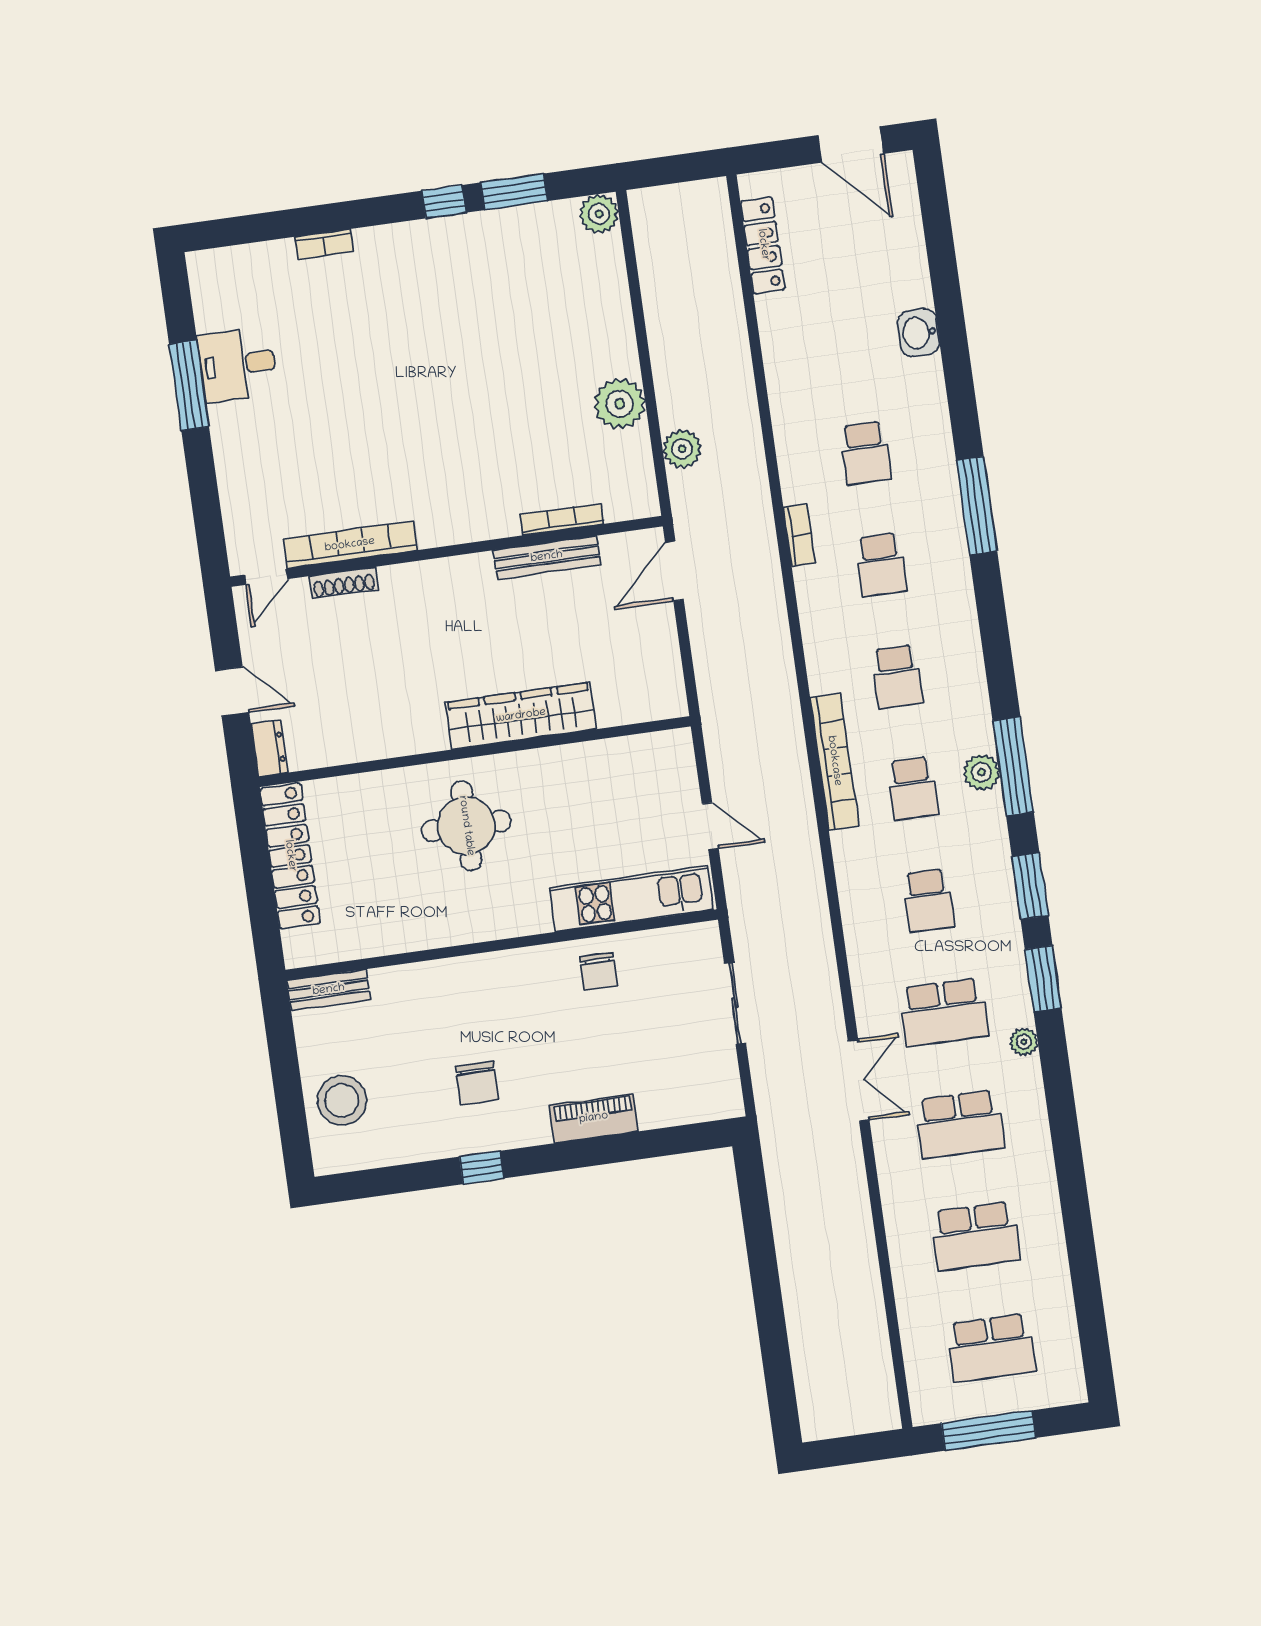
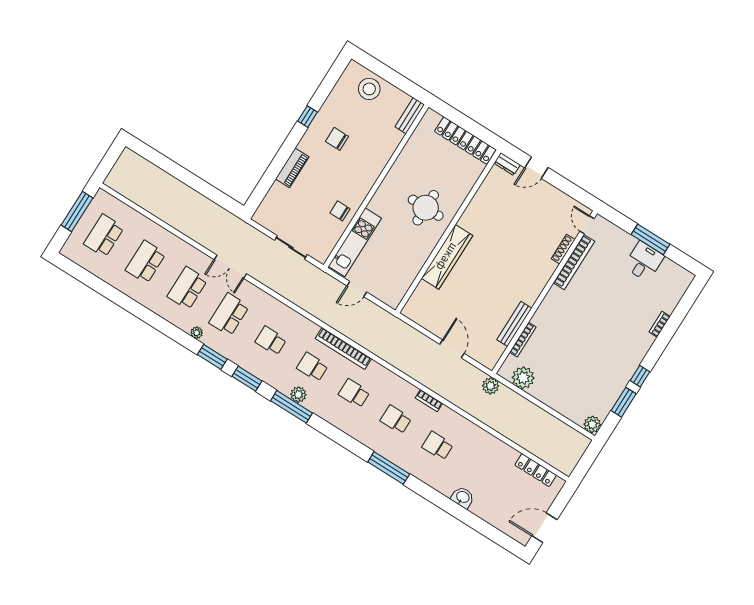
bookcase: (562, 519) -> (523, 340), moved
bookcase: (350, 545) -> (574, 262), moved
wall: (446, 551) -> (545, 292), moved
bench: (547, 557) -> (514, 324), moved
door: (266, 577) -> (587, 225), moved
shoe rack: (344, 583) -> (563, 249), moved

